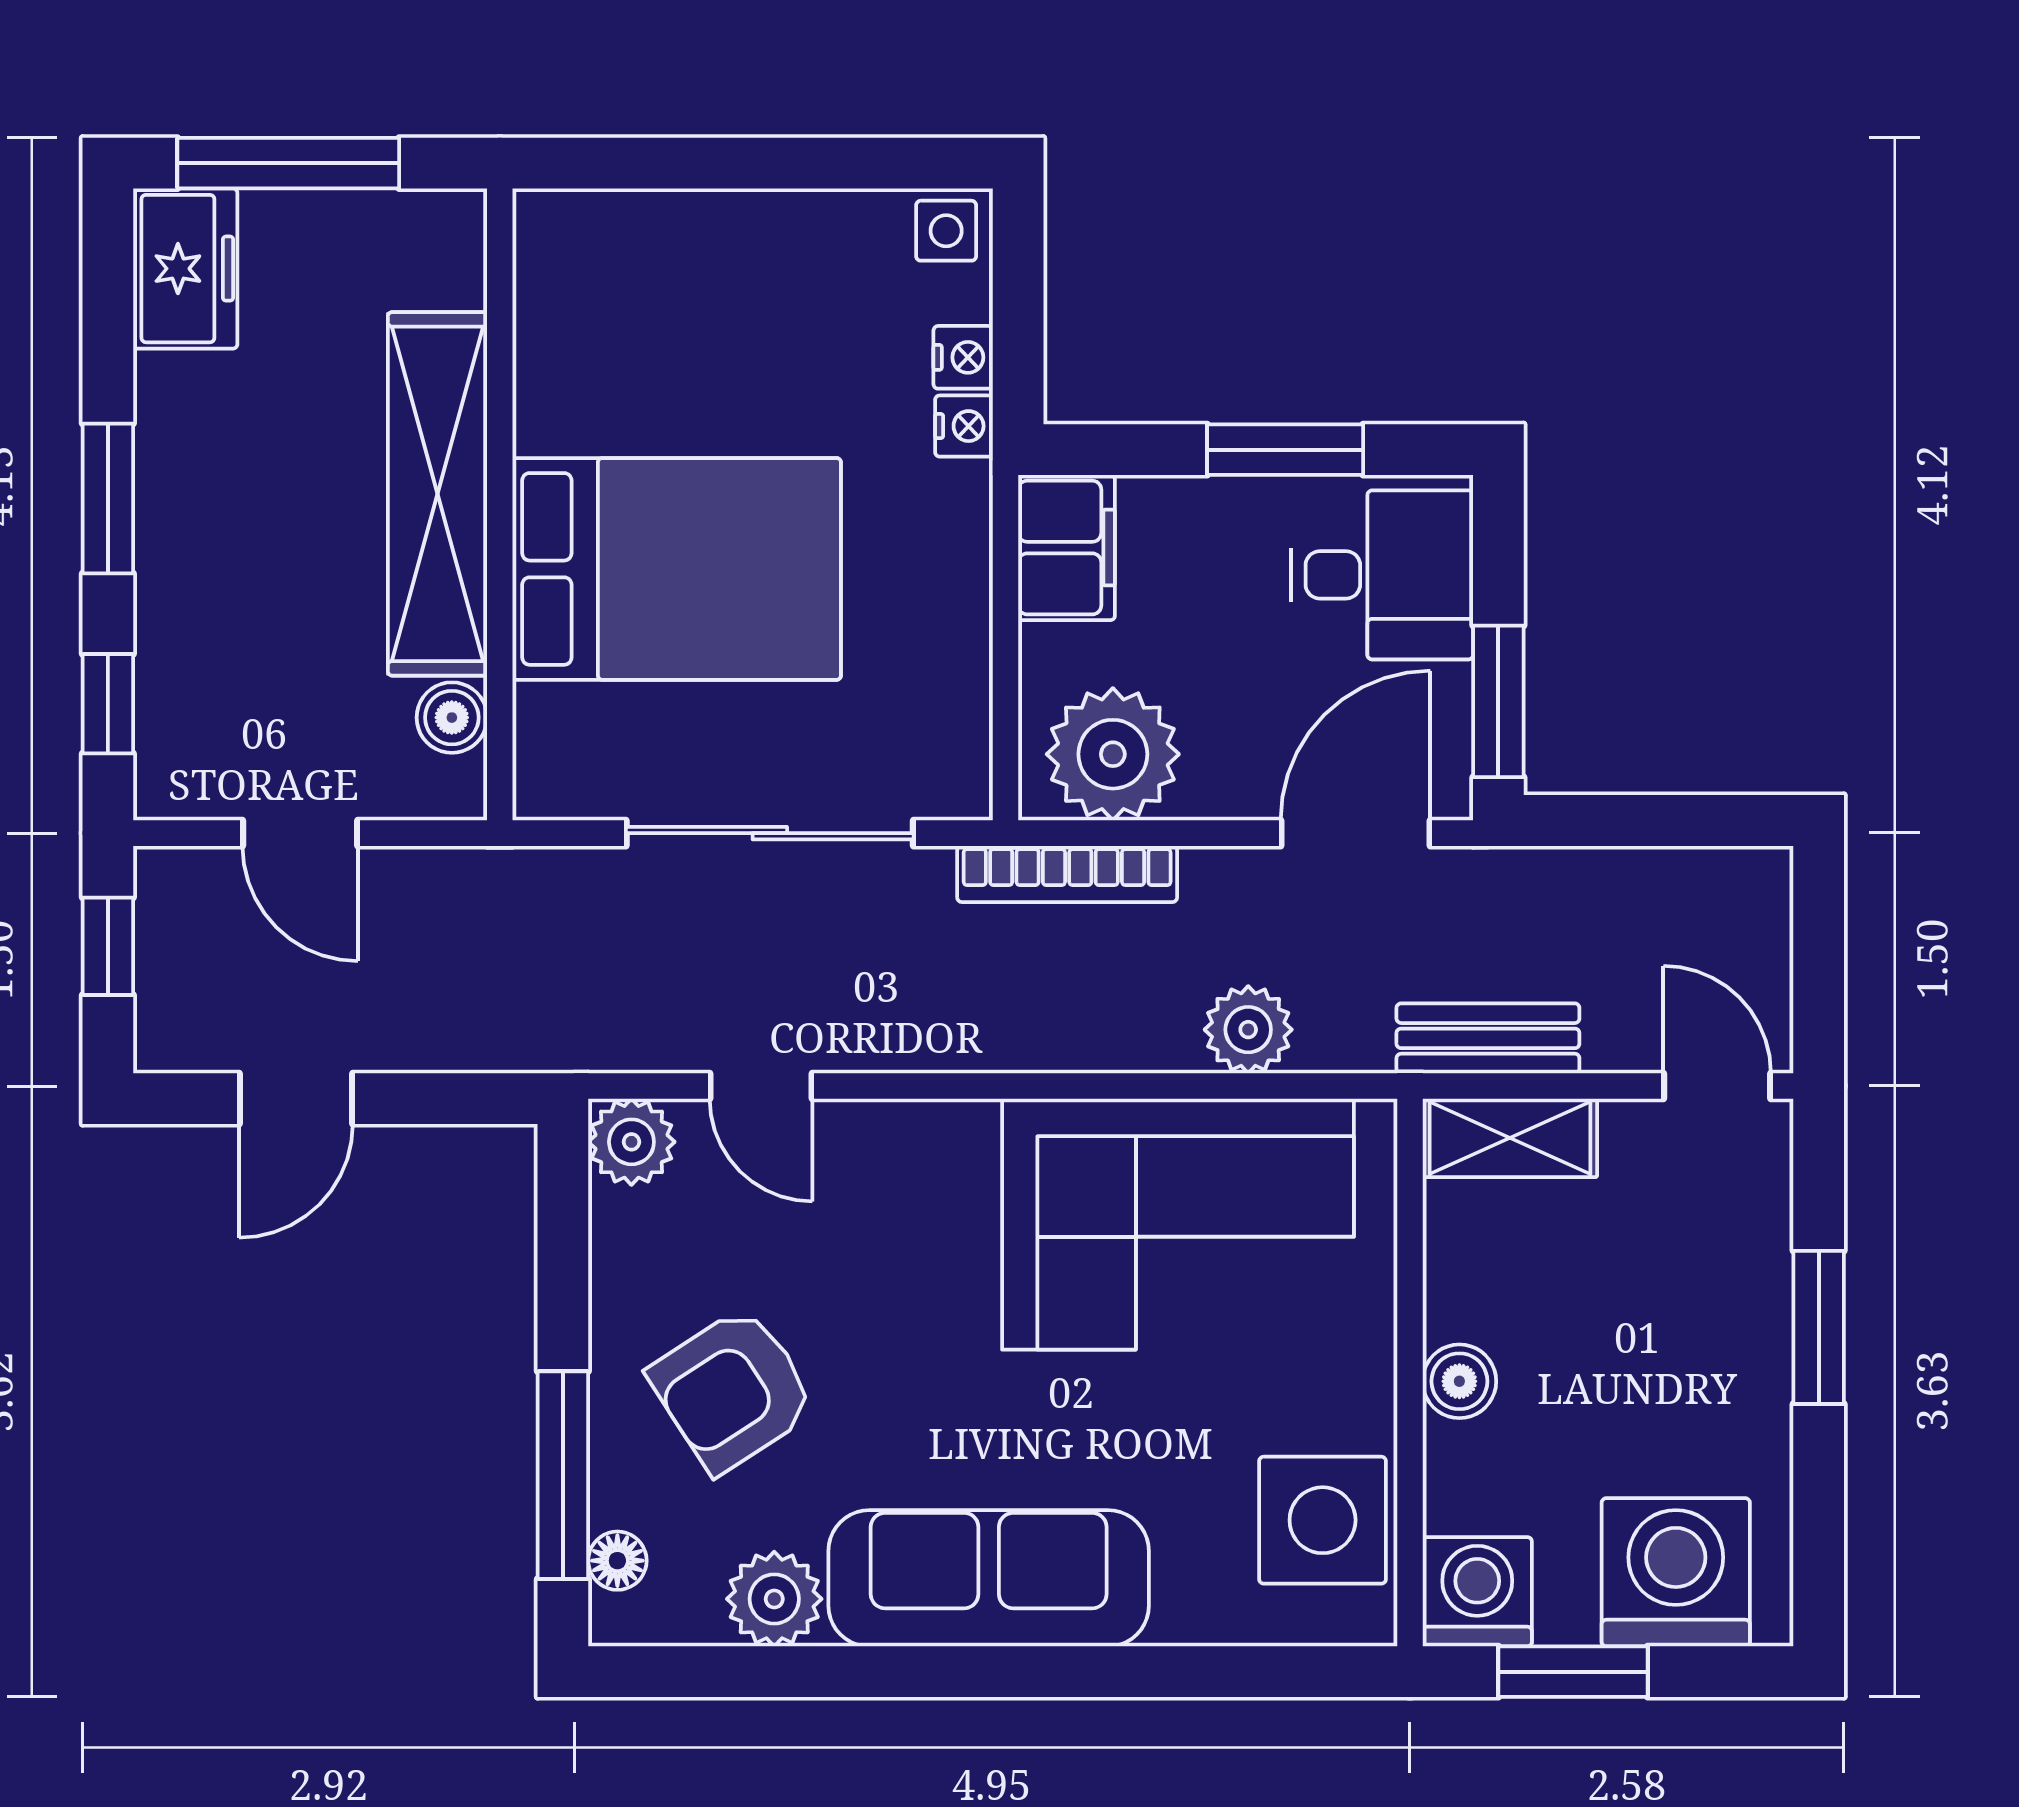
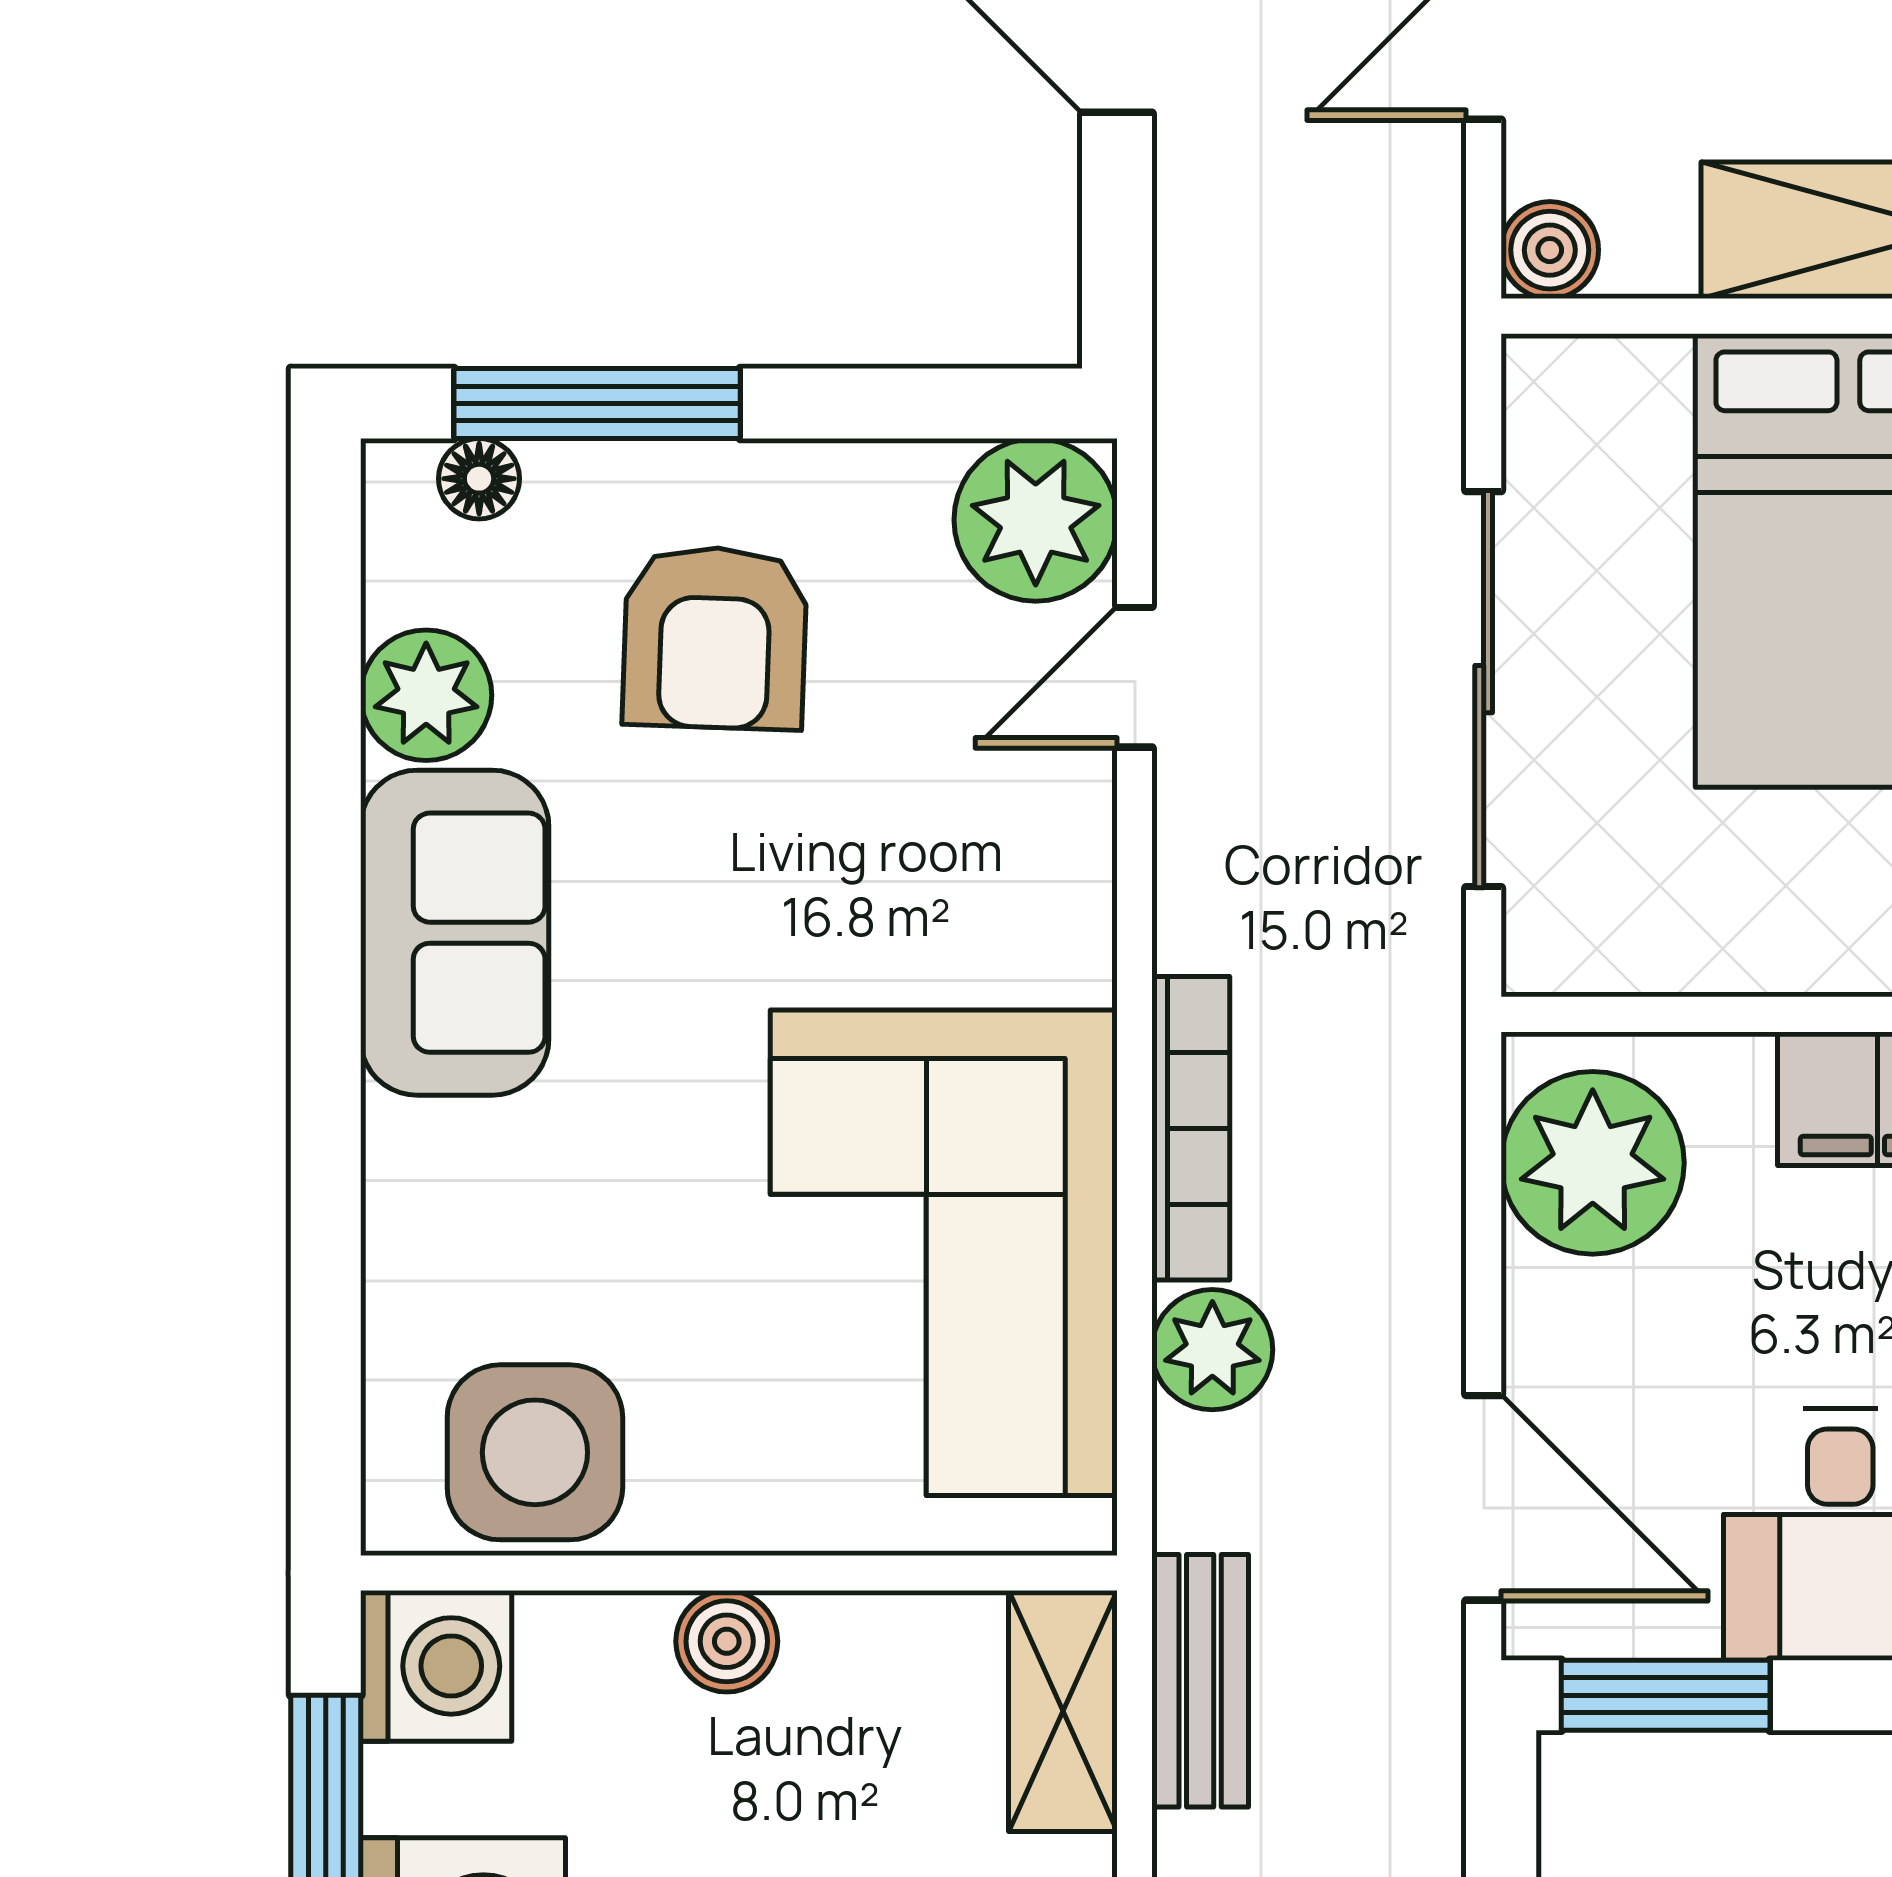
boiler: (452, 718) -> (1550, 250), moved
bookcase: (1067, 874) -> (1191, 1128), moved, turned 180
plant: (631, 1142) -> (1036, 520), width x1.36, depth x1.36
armchair: (733, 1390) -> (715, 638), turned -145
sofa: (989, 1578) -> (455, 933), width x0.73

